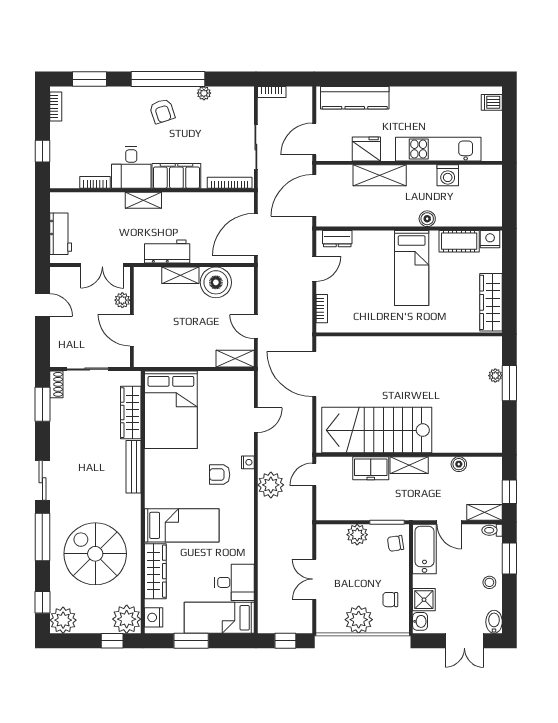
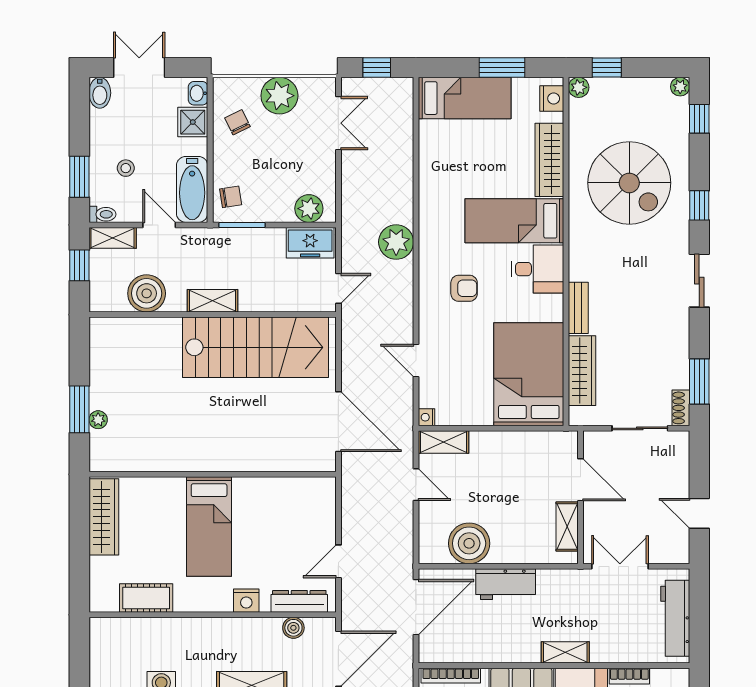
boiler: (427, 219) -> (293, 628), moved
workbench: (61, 234) -> (675, 618), width x1.38
dresser: (337, 239) -> (299, 601), width x1.44
nightstand: (490, 239) -> (246, 601), moved
workbench: (167, 252) -> (506, 584), moved
bed: (412, 268) -> (209, 527), moved, turned 180
shelving: (180, 275) -> (567, 526), moved, turned 90
plant: (122, 300) -> (593, 520), removed
bookcase: (322, 309) -> (328, 508), removed
door: (256, 420) -> (416, 360), hinge flipped
nightstand: (248, 462) -> (427, 417), moved
boiler: (459, 464) -> (147, 293), width x1.86, depth x1.86
bench: (134, 467) -> (578, 308), width x0.73
freezer: (371, 468) -> (310, 243), moved, turned 180
plant: (271, 485) -> (396, 242), moved
plant: (357, 535) -> (309, 209), moved
window: (42, 537) -> (699, 205), width x0.46
double door: (314, 579) -> (338, 123), moved
desk: (234, 582) -> (538, 269), moved, turned 180
stool: (489, 582) -> (126, 168), moved
chair: (390, 600) -> (238, 122), turned -116
plant: (127, 619) -> (579, 87), width x0.53, depth x0.53
plant: (63, 620) -> (680, 87), width x0.53, depth x0.53

